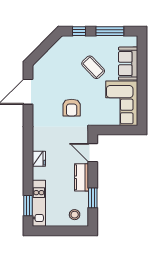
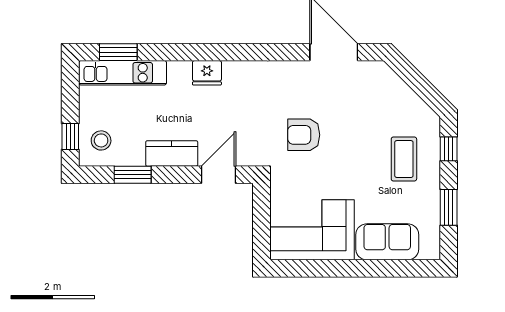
window: (110, 31) -> (449, 207), width x0.69
coffee table: (93, 67) -> (404, 159), moved, turned -46
window: (72, 231) -> (70, 136), added

